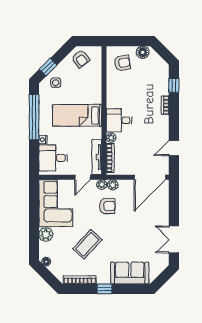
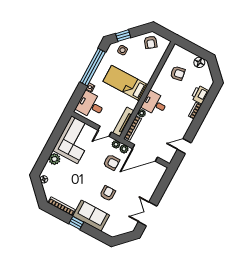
armchair: (122, 63) -> (178, 73), moved
window: (174, 85) -> (209, 99), removed
printer: (161, 86) -> (200, 95), added
door: (150, 177) -> (145, 153), moved
armchair: (121, 240) -> (108, 193), added
coffee table: (87, 244) -> (81, 183), removed
sofa: (130, 273) -> (91, 216), moved

